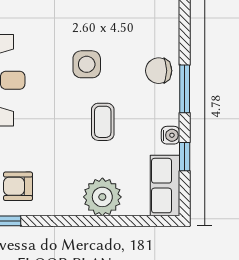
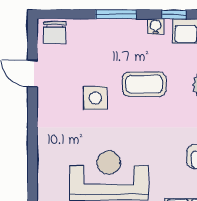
chair: (159, 71) -> (55, 33), moved
coffee table: (103, 122) -> (144, 84), width x1.36, depth x1.30

